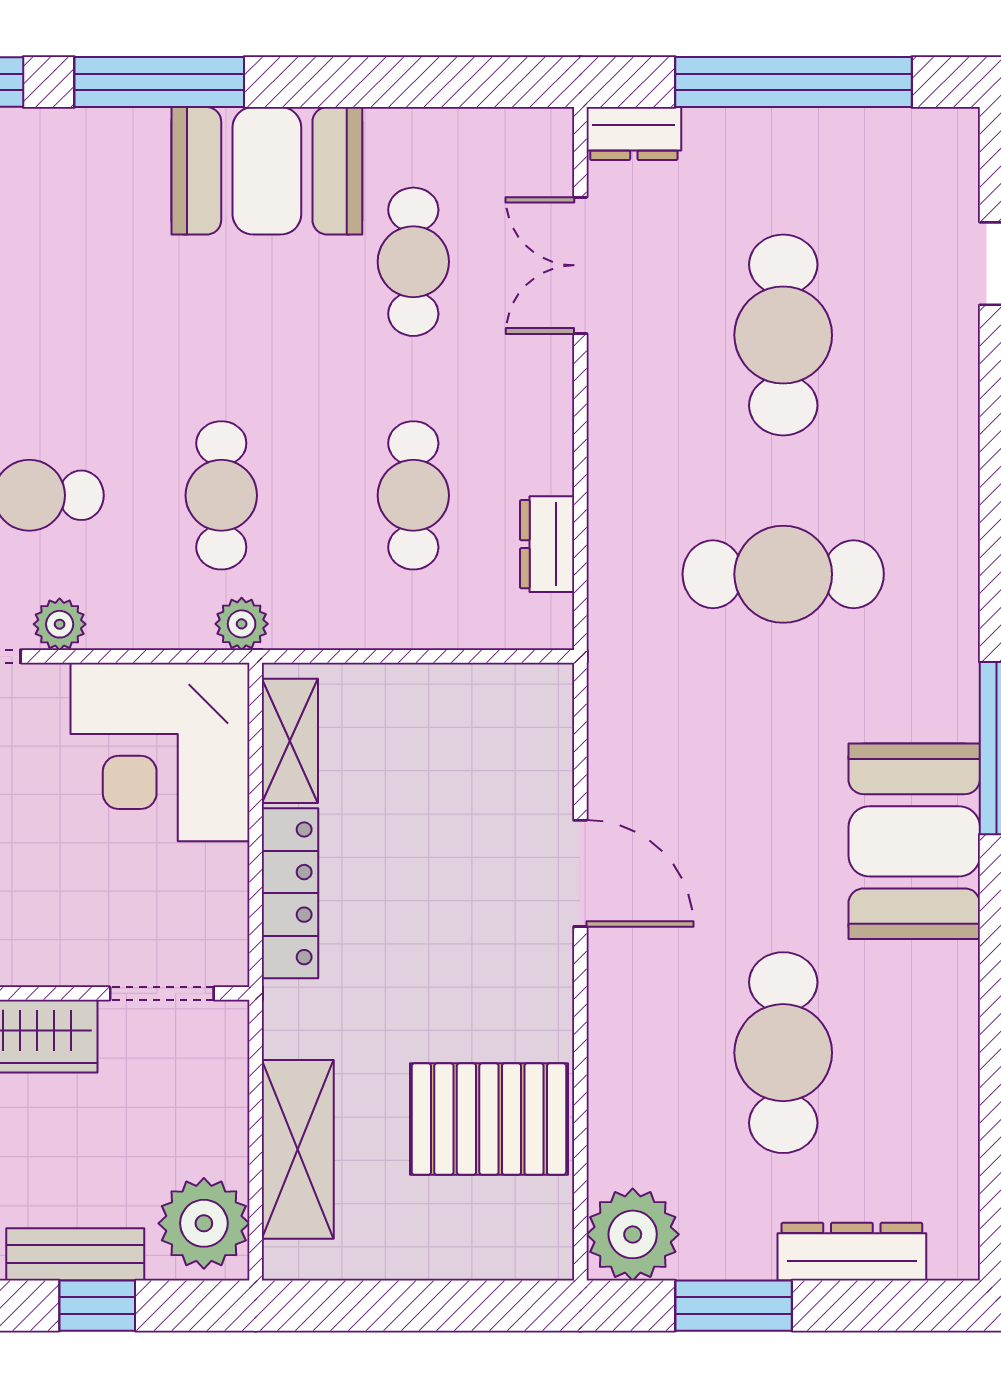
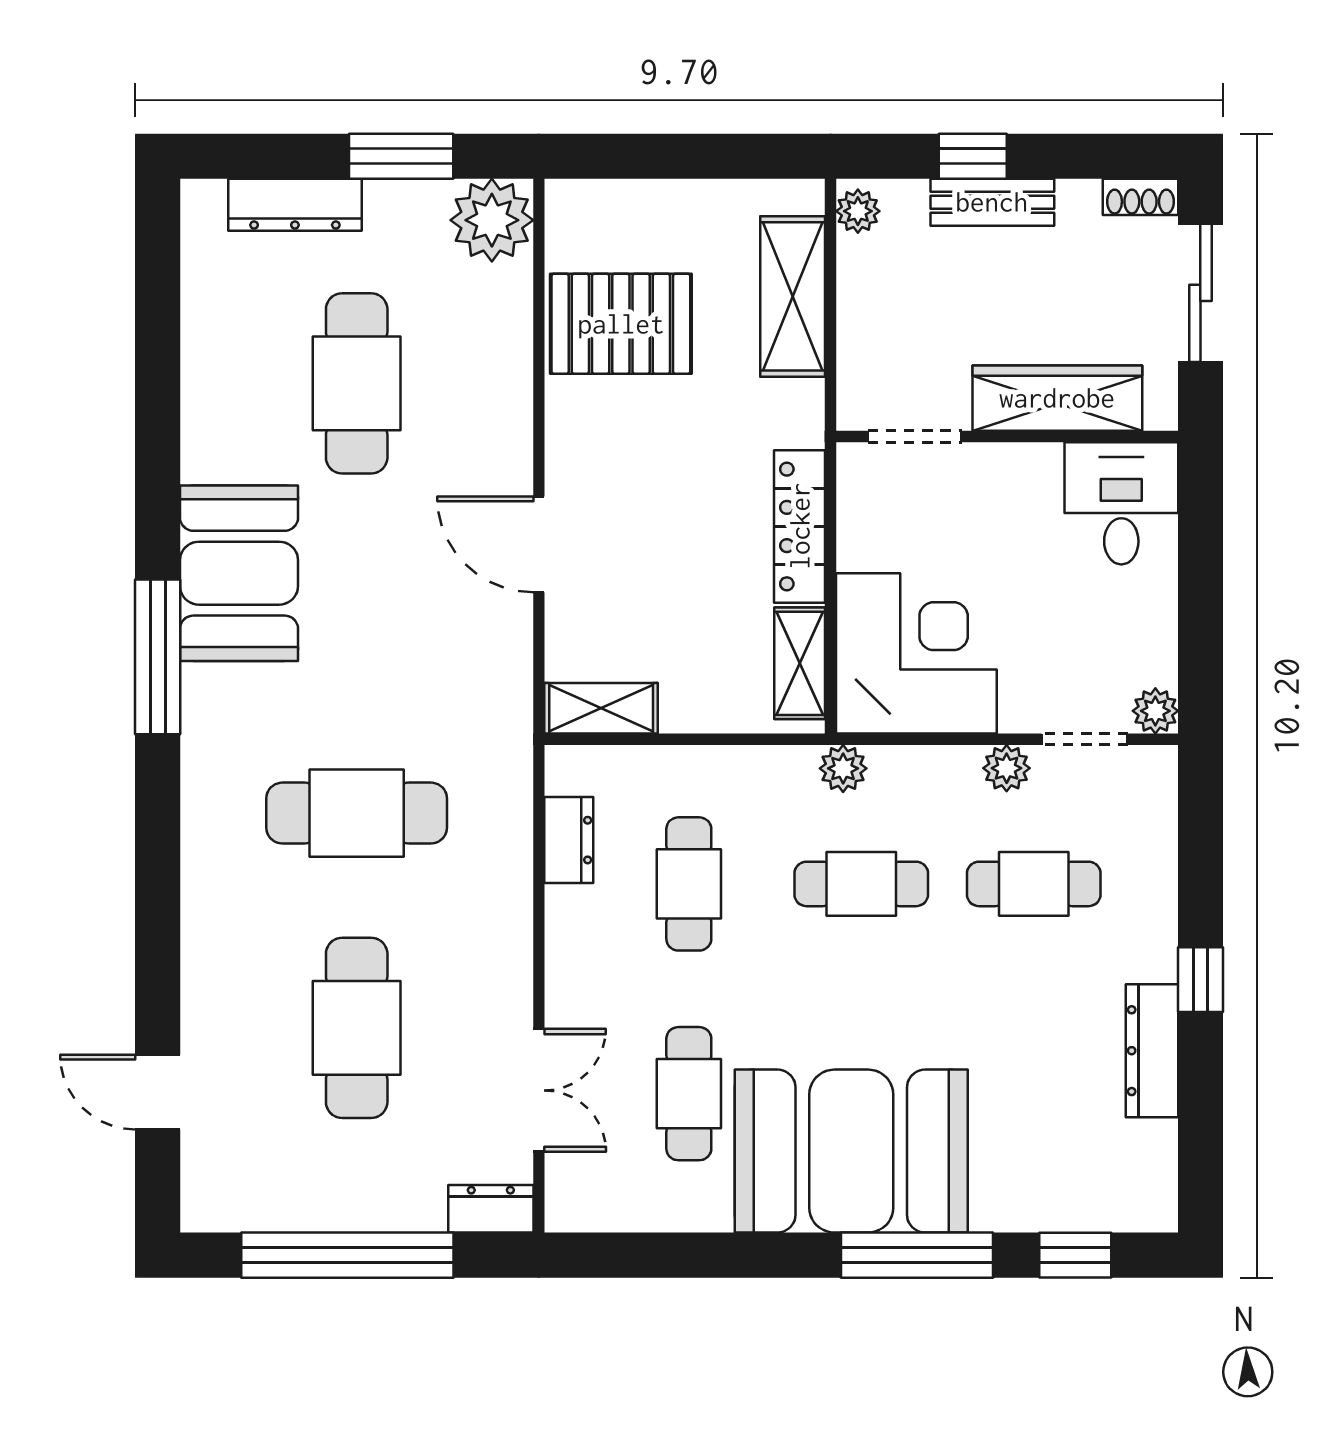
booth: (267, 171) -> (851, 1151), width x1.36, depth x1.42
cafe table: (221, 495) -> (861, 884), turned 90
shelving: (511, 691) -> (601, 708), added
plant: (204, 1223) -> (858, 211), width x0.53, depth x0.53

